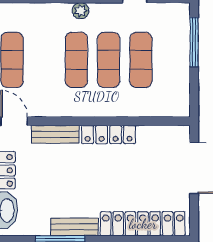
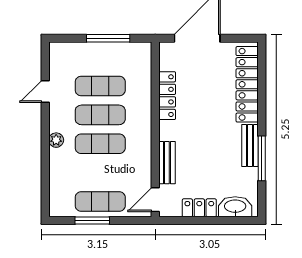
window: (194, 42) -> (108, 38), moved
locker: (109, 135) -> (167, 96), moved

